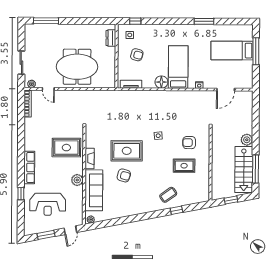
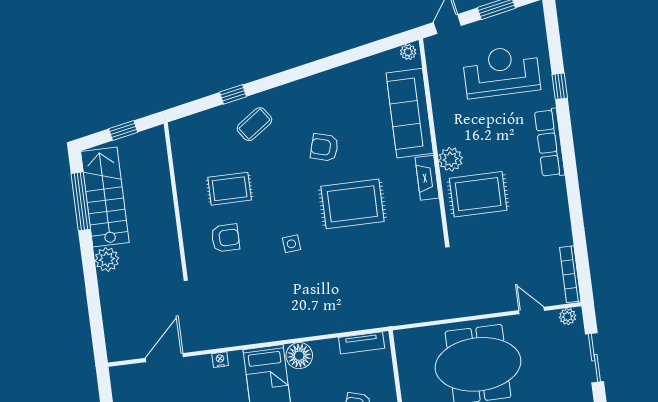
armchair: (124, 175) -> (324, 147), moved
plant: (77, 180) -> (451, 159), moved

